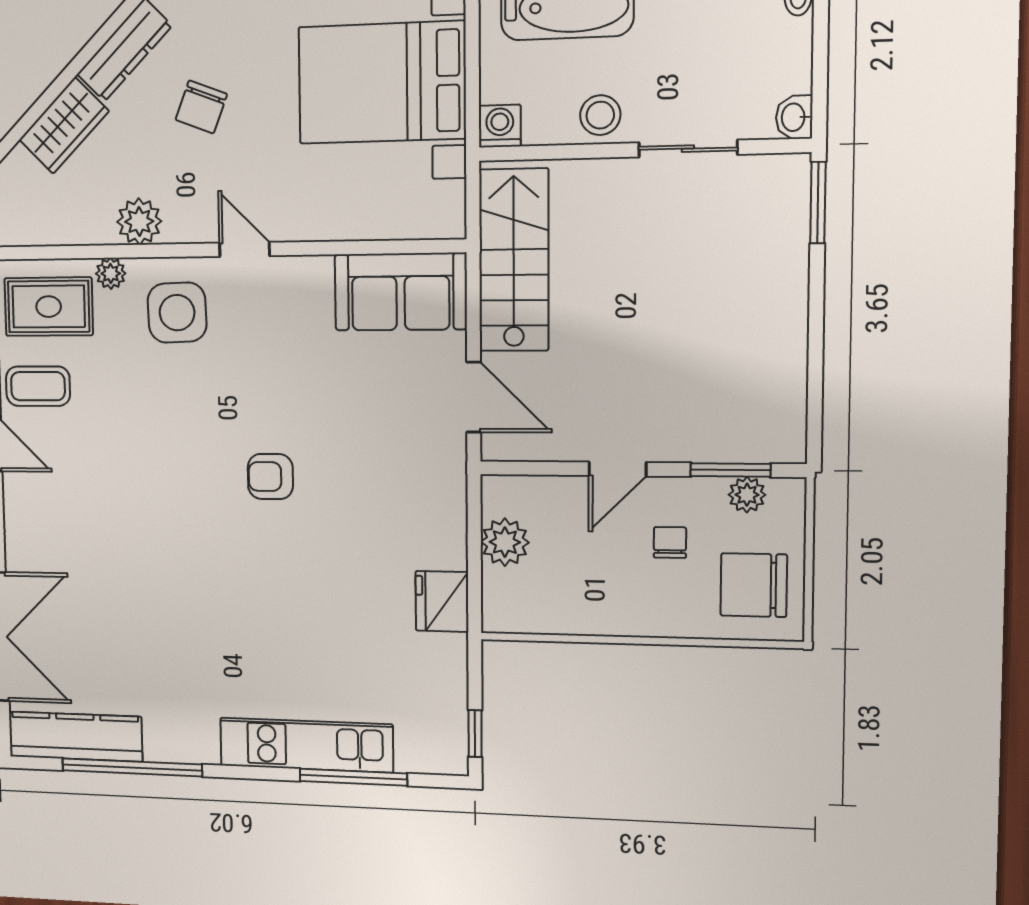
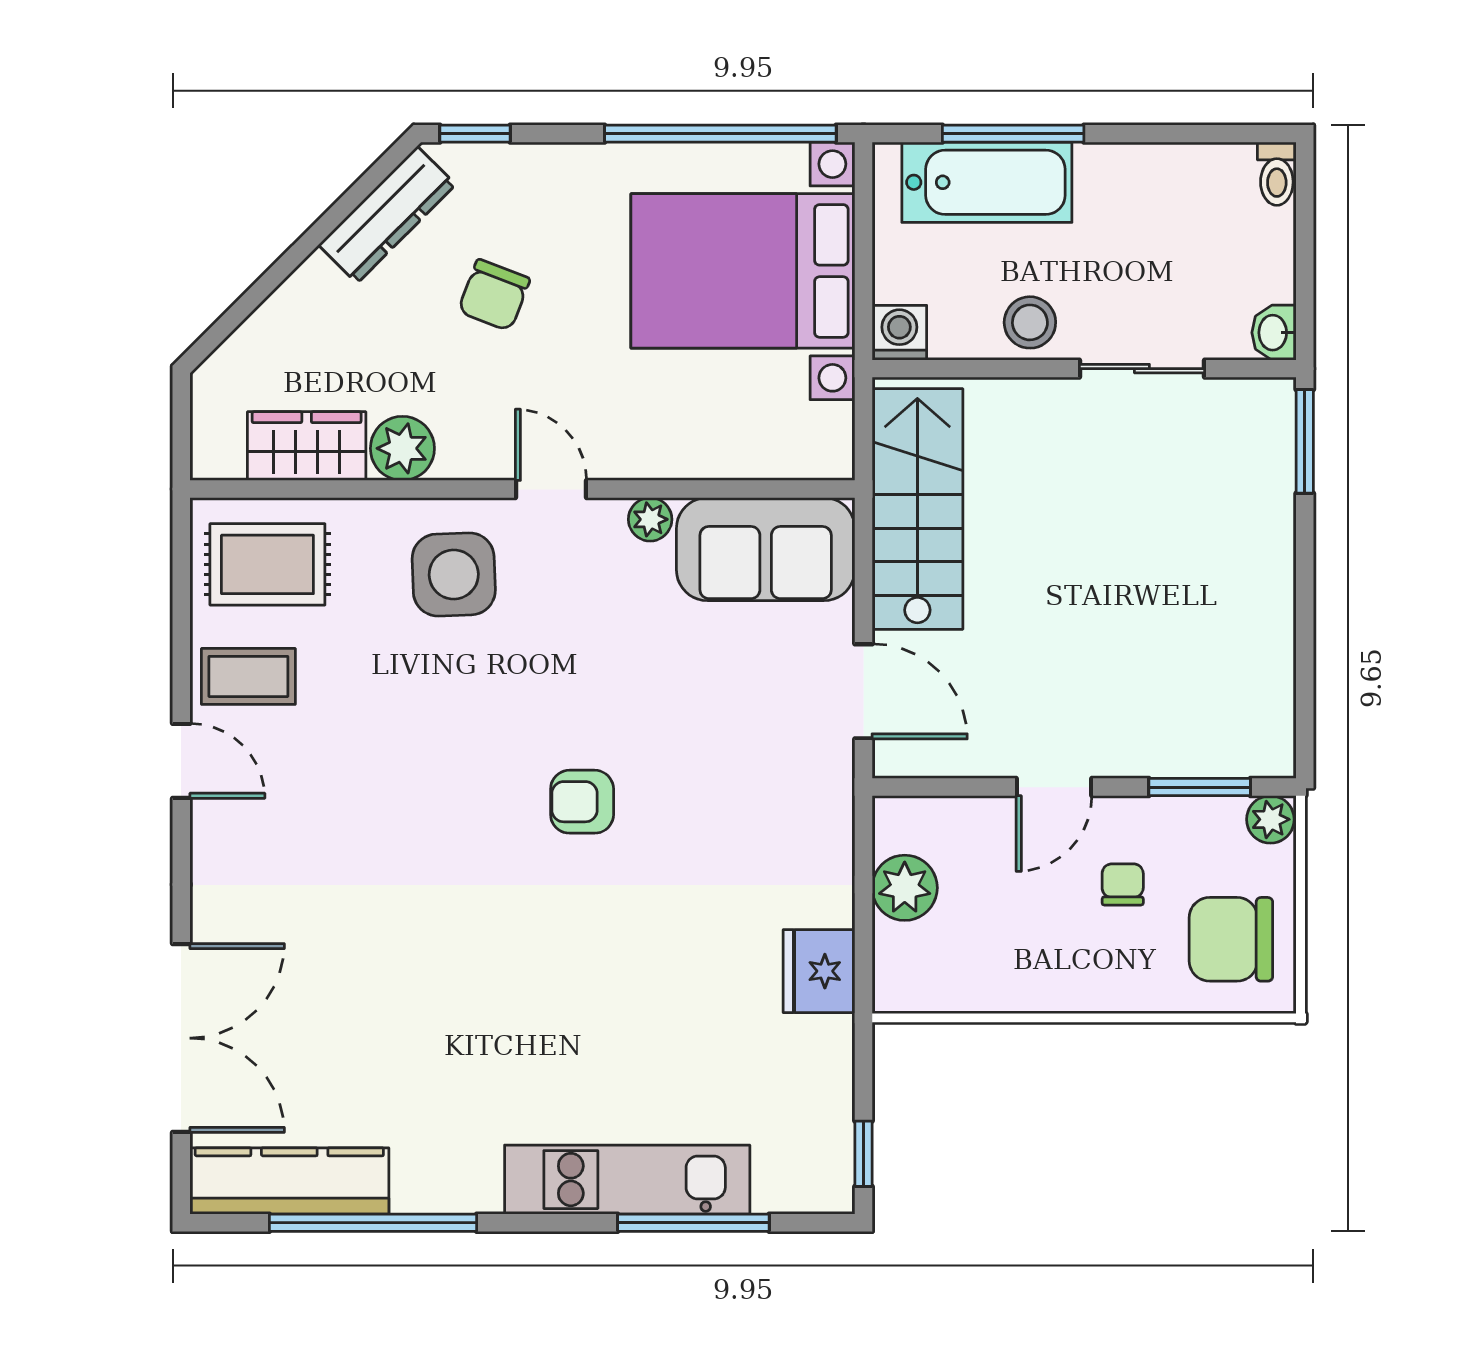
wardrobe: (64, 126) -> (307, 446), moved, turned -135
plant: (111, 273) -> (650, 519), moved
plant: (747, 495) -> (1270, 819), moved

